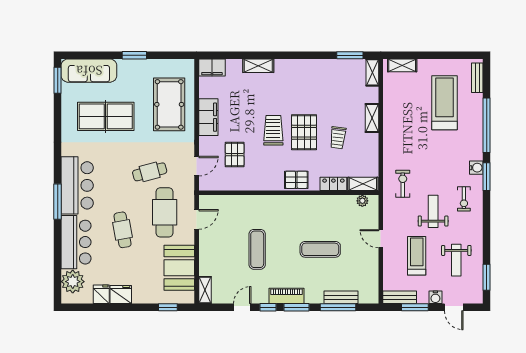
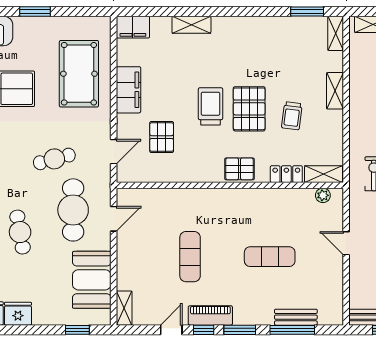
piano: (286, 296) -> (210, 315), moved

